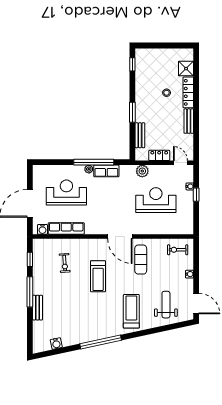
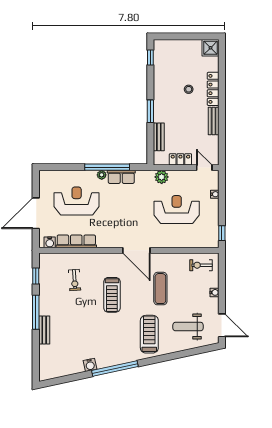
shower: (186, 69) -> (211, 48), moved
window: (196, 195) -> (222, 233), moved
exercise mat: (141, 260) -> (160, 289), moved
weight bench: (166, 305) -> (188, 327), turned -90
water cooler: (56, 343) -> (90, 365), moved

